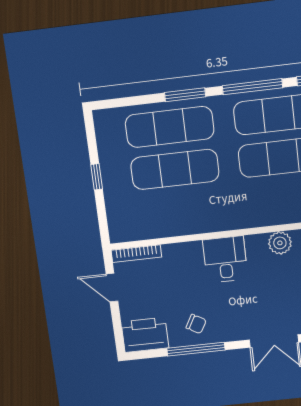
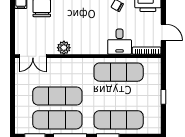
exercise mat: (175, 169) -> (119, 72), moved
desk: (225, 259) -> (120, 42), moved

